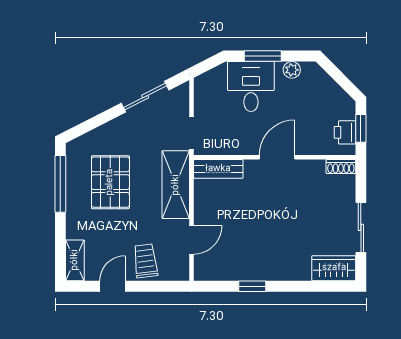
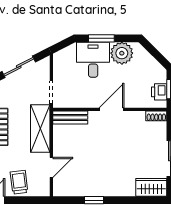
plant: (292, 70) -> (122, 53), width x1.87, depth x1.87

